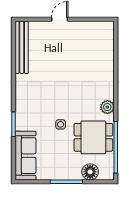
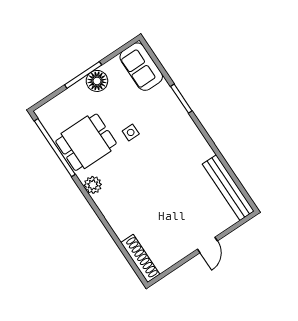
shoe rack: (108, 40) -> (140, 258), added
sofa: (26, 156) -> (141, 67), width x0.73
floor lamp: (90, 172) -> (97, 81), moved

